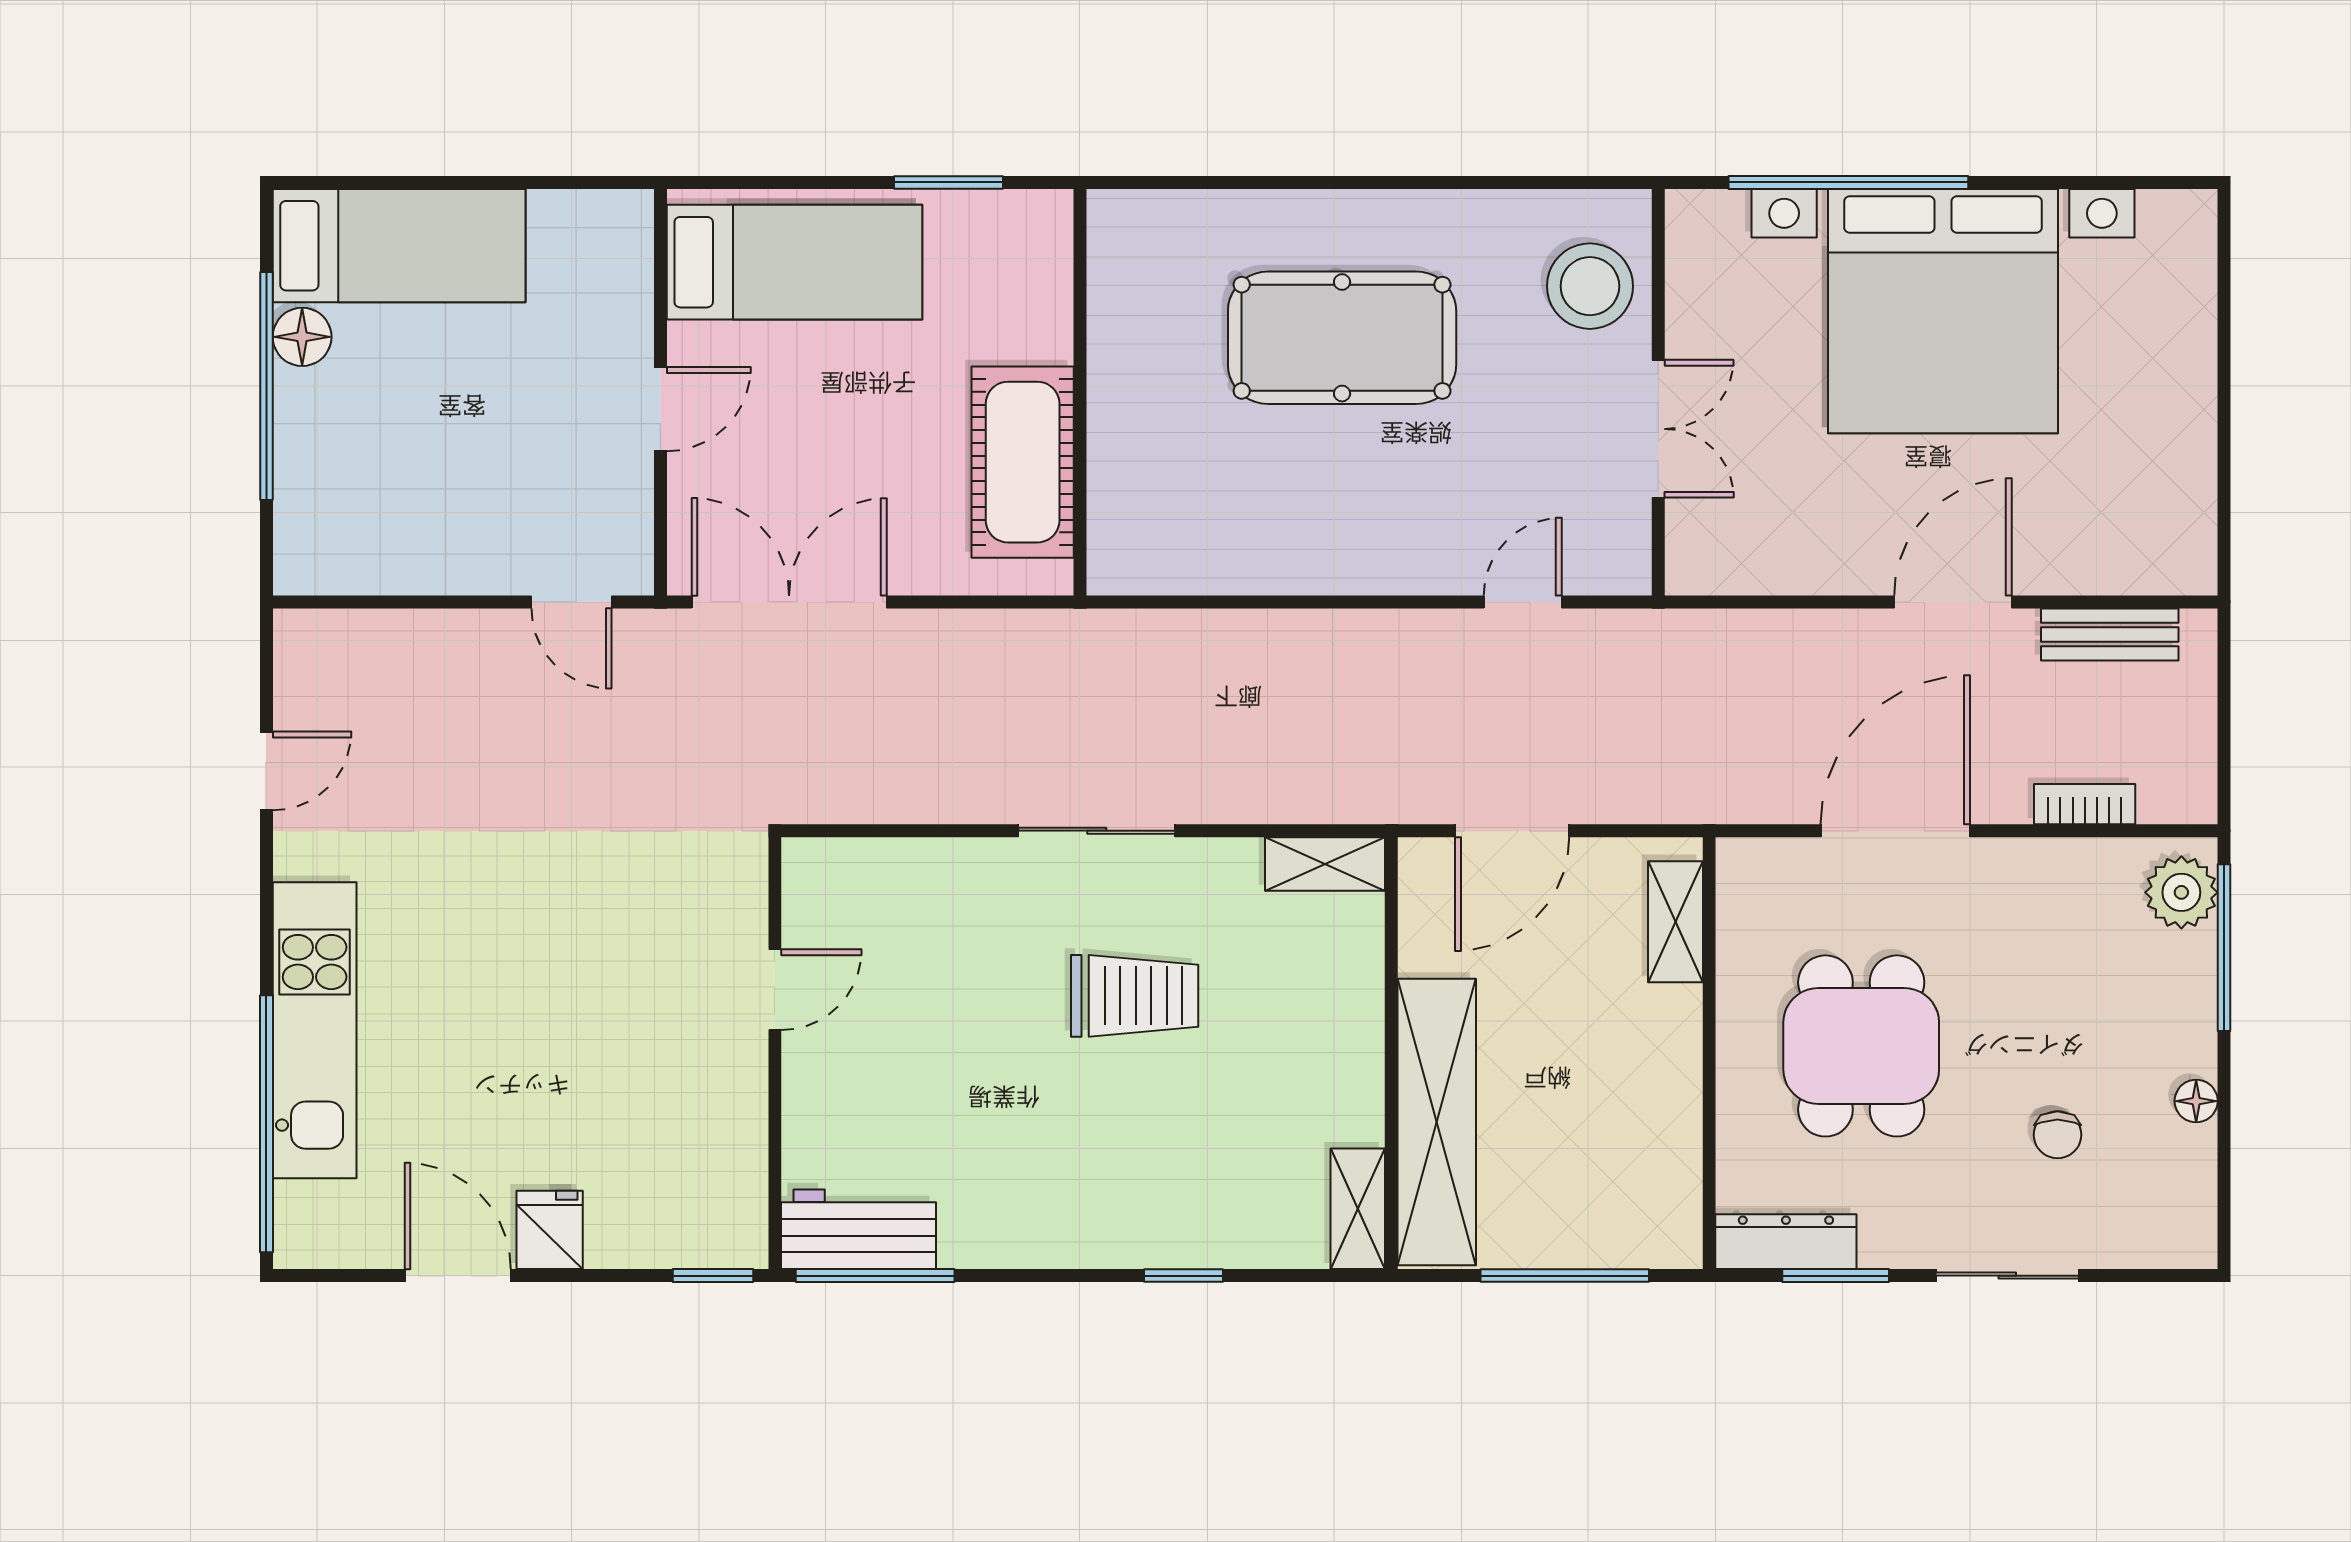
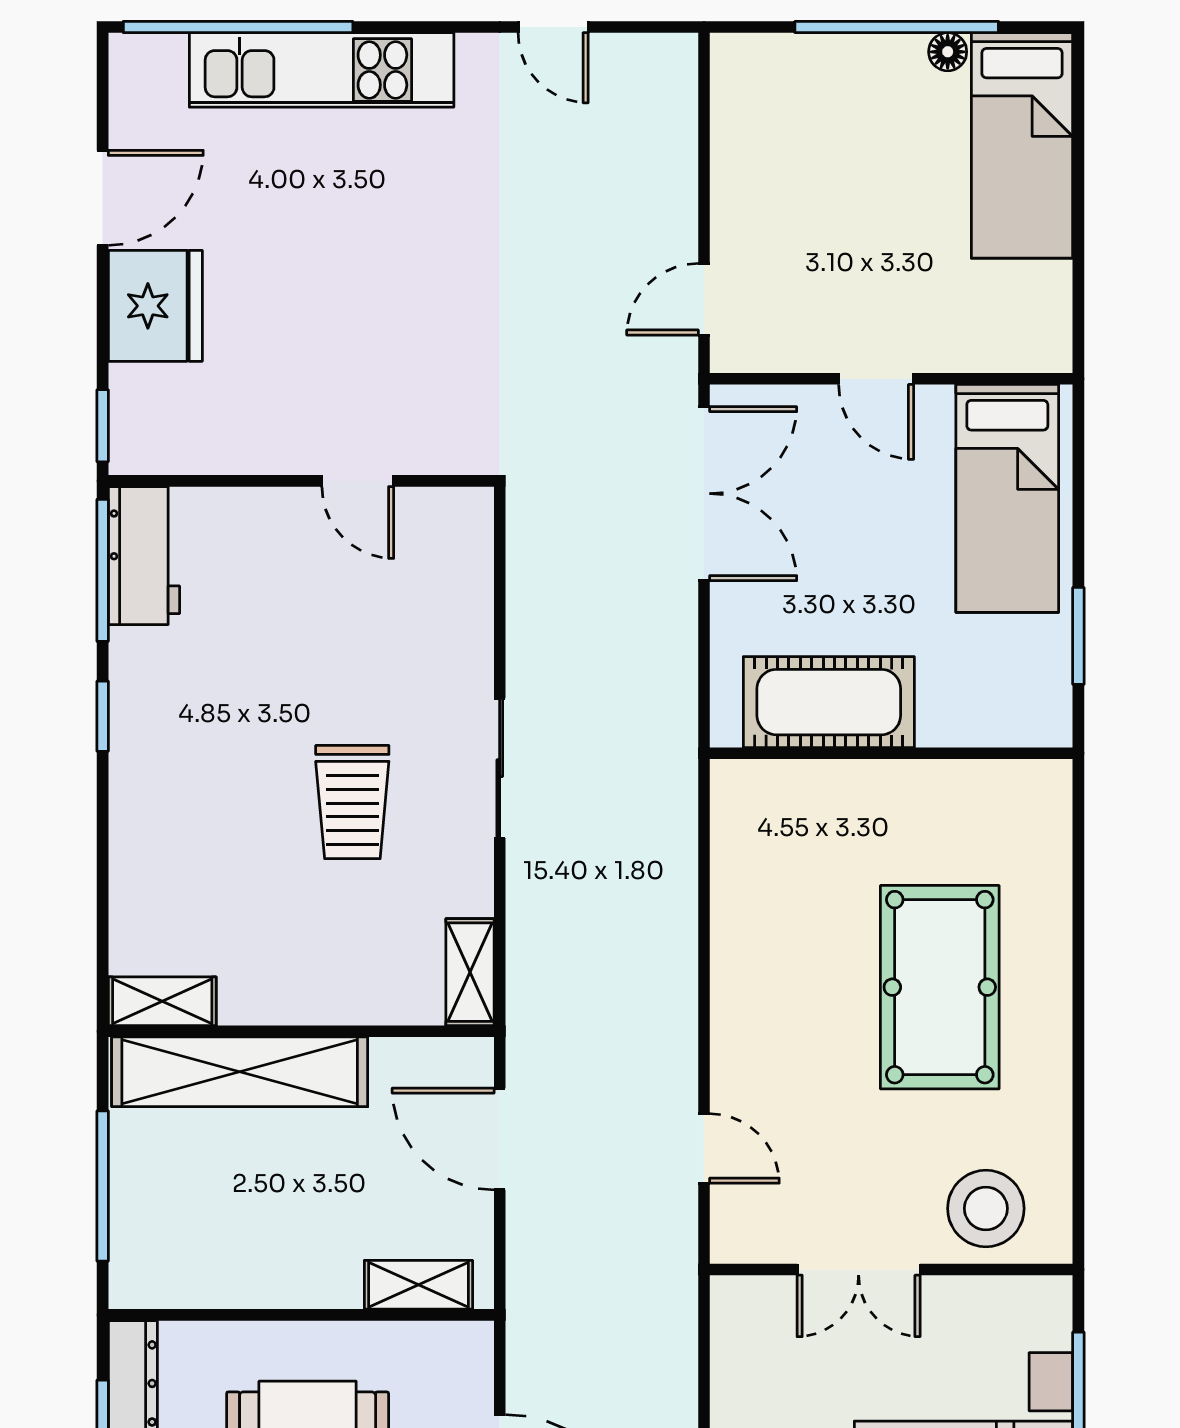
floor lamp: (302, 337) -> (948, 52), width x0.73, depth x0.73
fridge: (550, 1230) -> (155, 306), width x1.88, depth x1.34
window: (1184, 1276) -> (103, 716), moved

